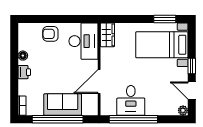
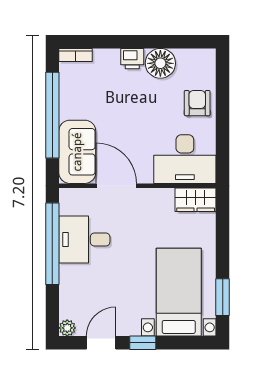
floor lamp: (23, 56) -> (160, 63), width x1.89, depth x1.89
sofa: (63, 105) -> (77, 152), moved

